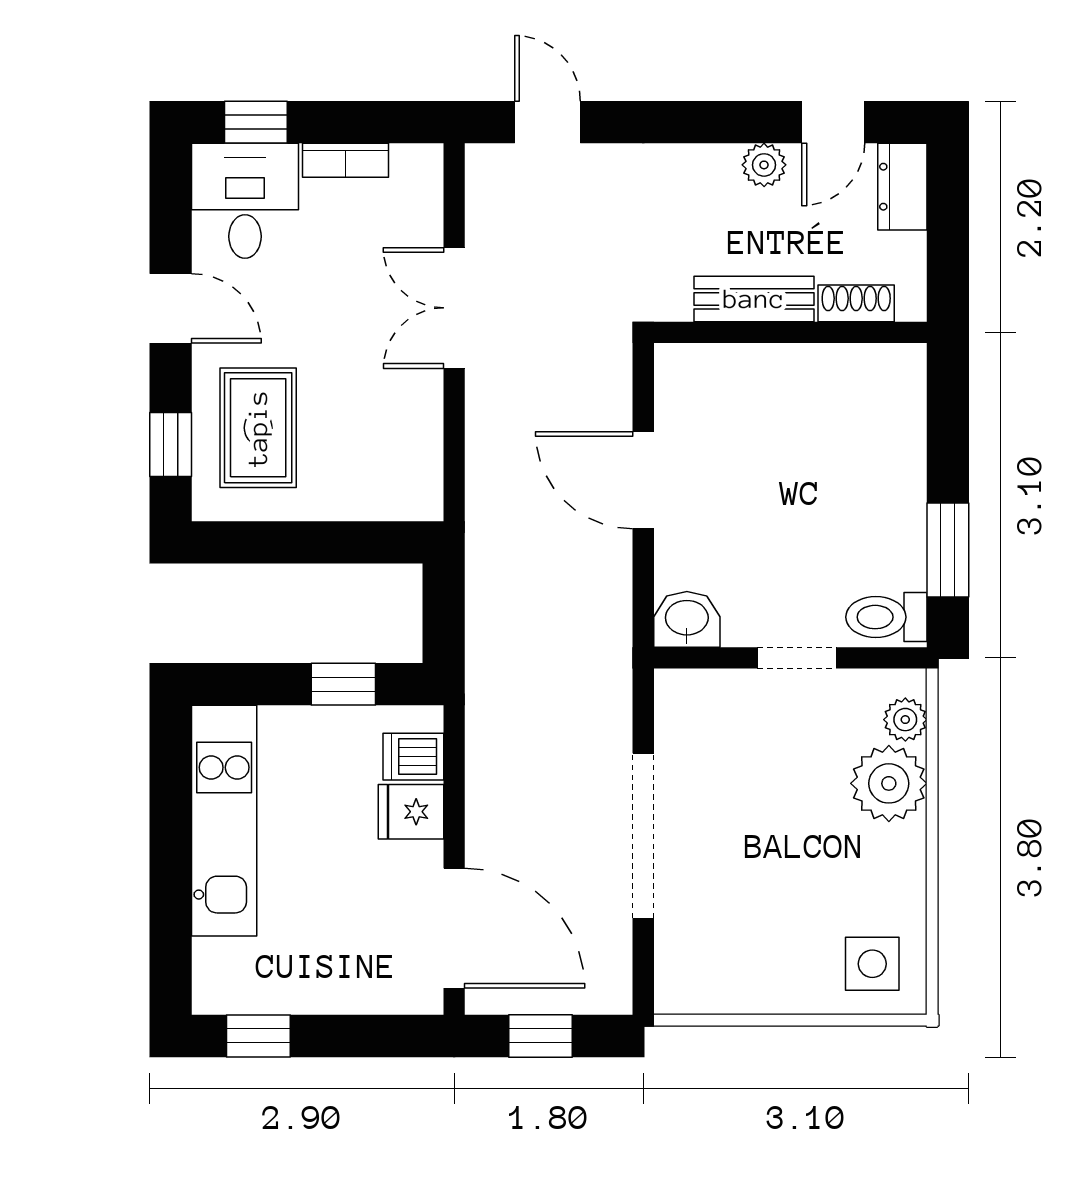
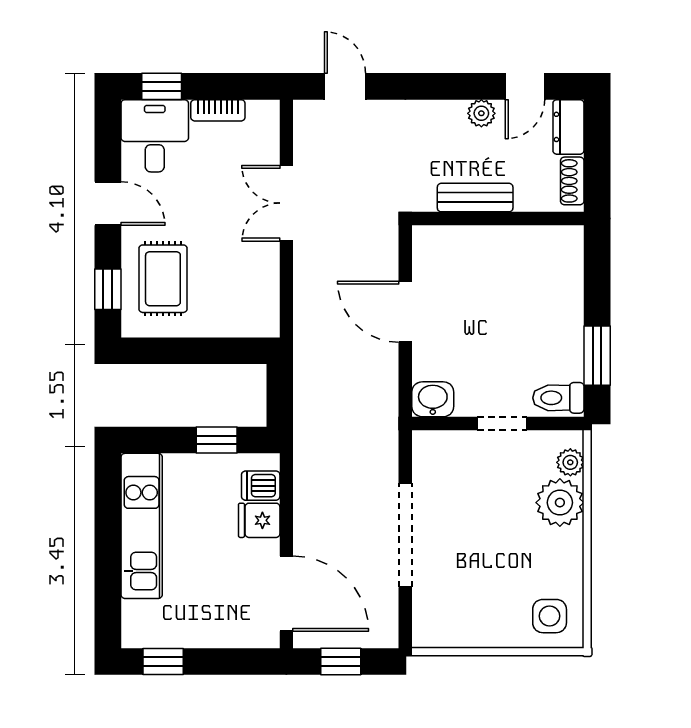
shoe rack: (856, 303) -> (572, 181), moved, turned -90

